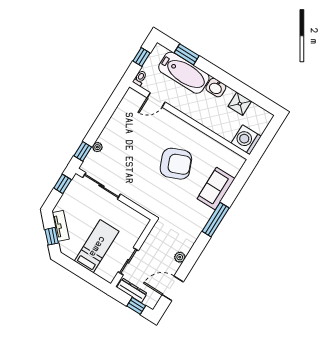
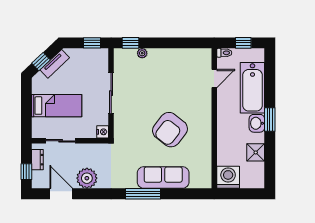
window: (187, 54) -> (270, 119), moved
door: (156, 100) -> (214, 78), swing flipped
armchair: (176, 164) -> (170, 130), turned 60
sliding door: (102, 186) -> (111, 93), moved
sofa: (216, 189) -> (163, 177), width x1.36
nightstand: (143, 221) -> (103, 132), added
plant: (180, 257) -> (87, 178), width x1.87, depth x1.87
dresser: (132, 290) -> (37, 160), width x0.70

